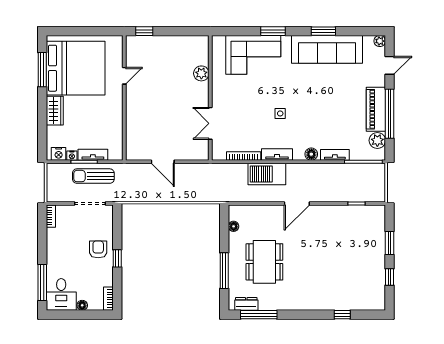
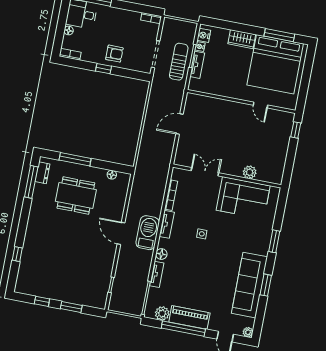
corner sofa: (253, 55) -> (243, 198), moved, turned -90
barbecue: (267, 174) -> (148, 233), moved

